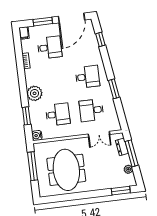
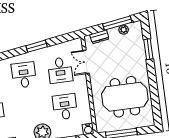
double door: (99, 134) -> (86, 62), swing flipped
window: (132, 153) -> (117, 23), moved
window: (121, 191) -> (148, 49), moved

